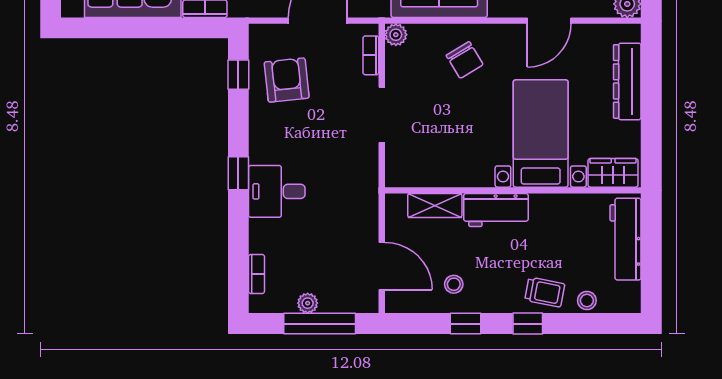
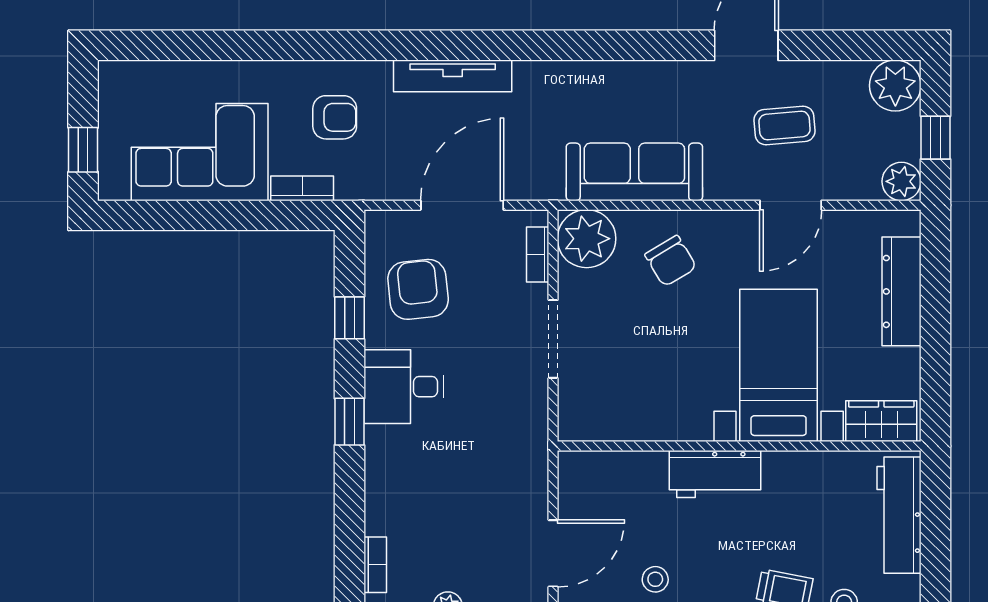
plant: (396, 35) -> (587, 239), width x1.87, depth x1.87
window: (238, 75) -> (349, 318), moved
desk: (277, 191) -> (404, 387), moved
shelving: (435, 206) -> (628, 468), removed
door: (382, 266) -> (553, 553), hinge flipped

